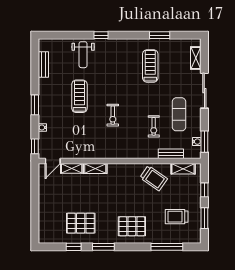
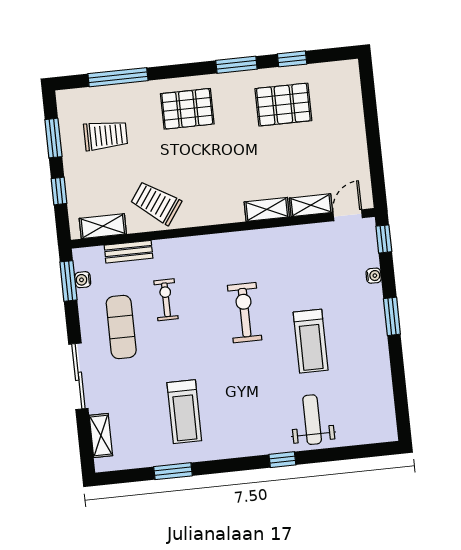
bench: (43, 65) -> (384, 393), removed
exercise bike: (113, 115) -> (245, 313), width x1.38, depth x1.39

